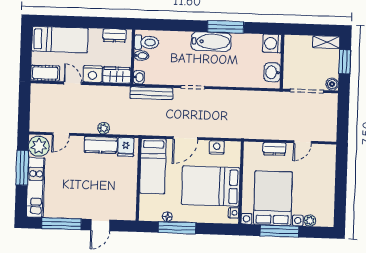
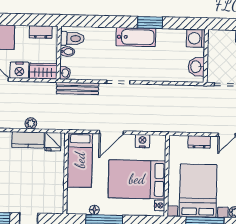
window: (226, 27) -> (150, 23), width x0.69

